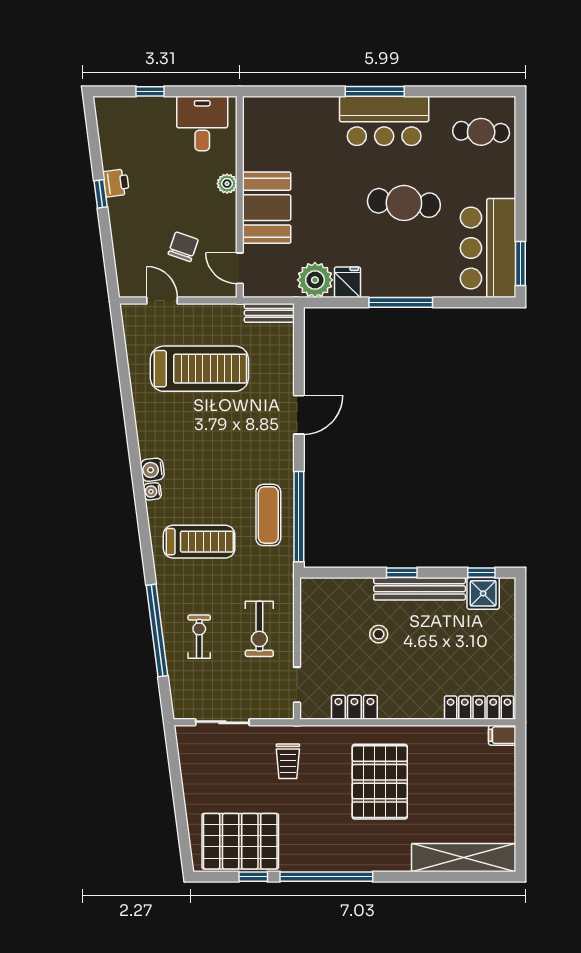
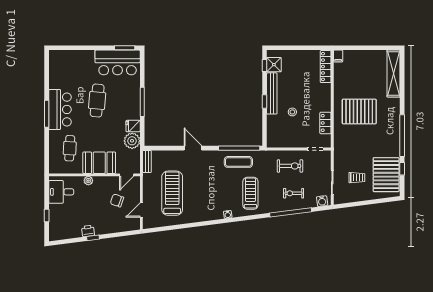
cafe table: (481, 132) -> (70, 148), moved
water cooler: (152, 470) -> (322, 201), moved
trolley: (288, 761) -> (357, 178), moved

